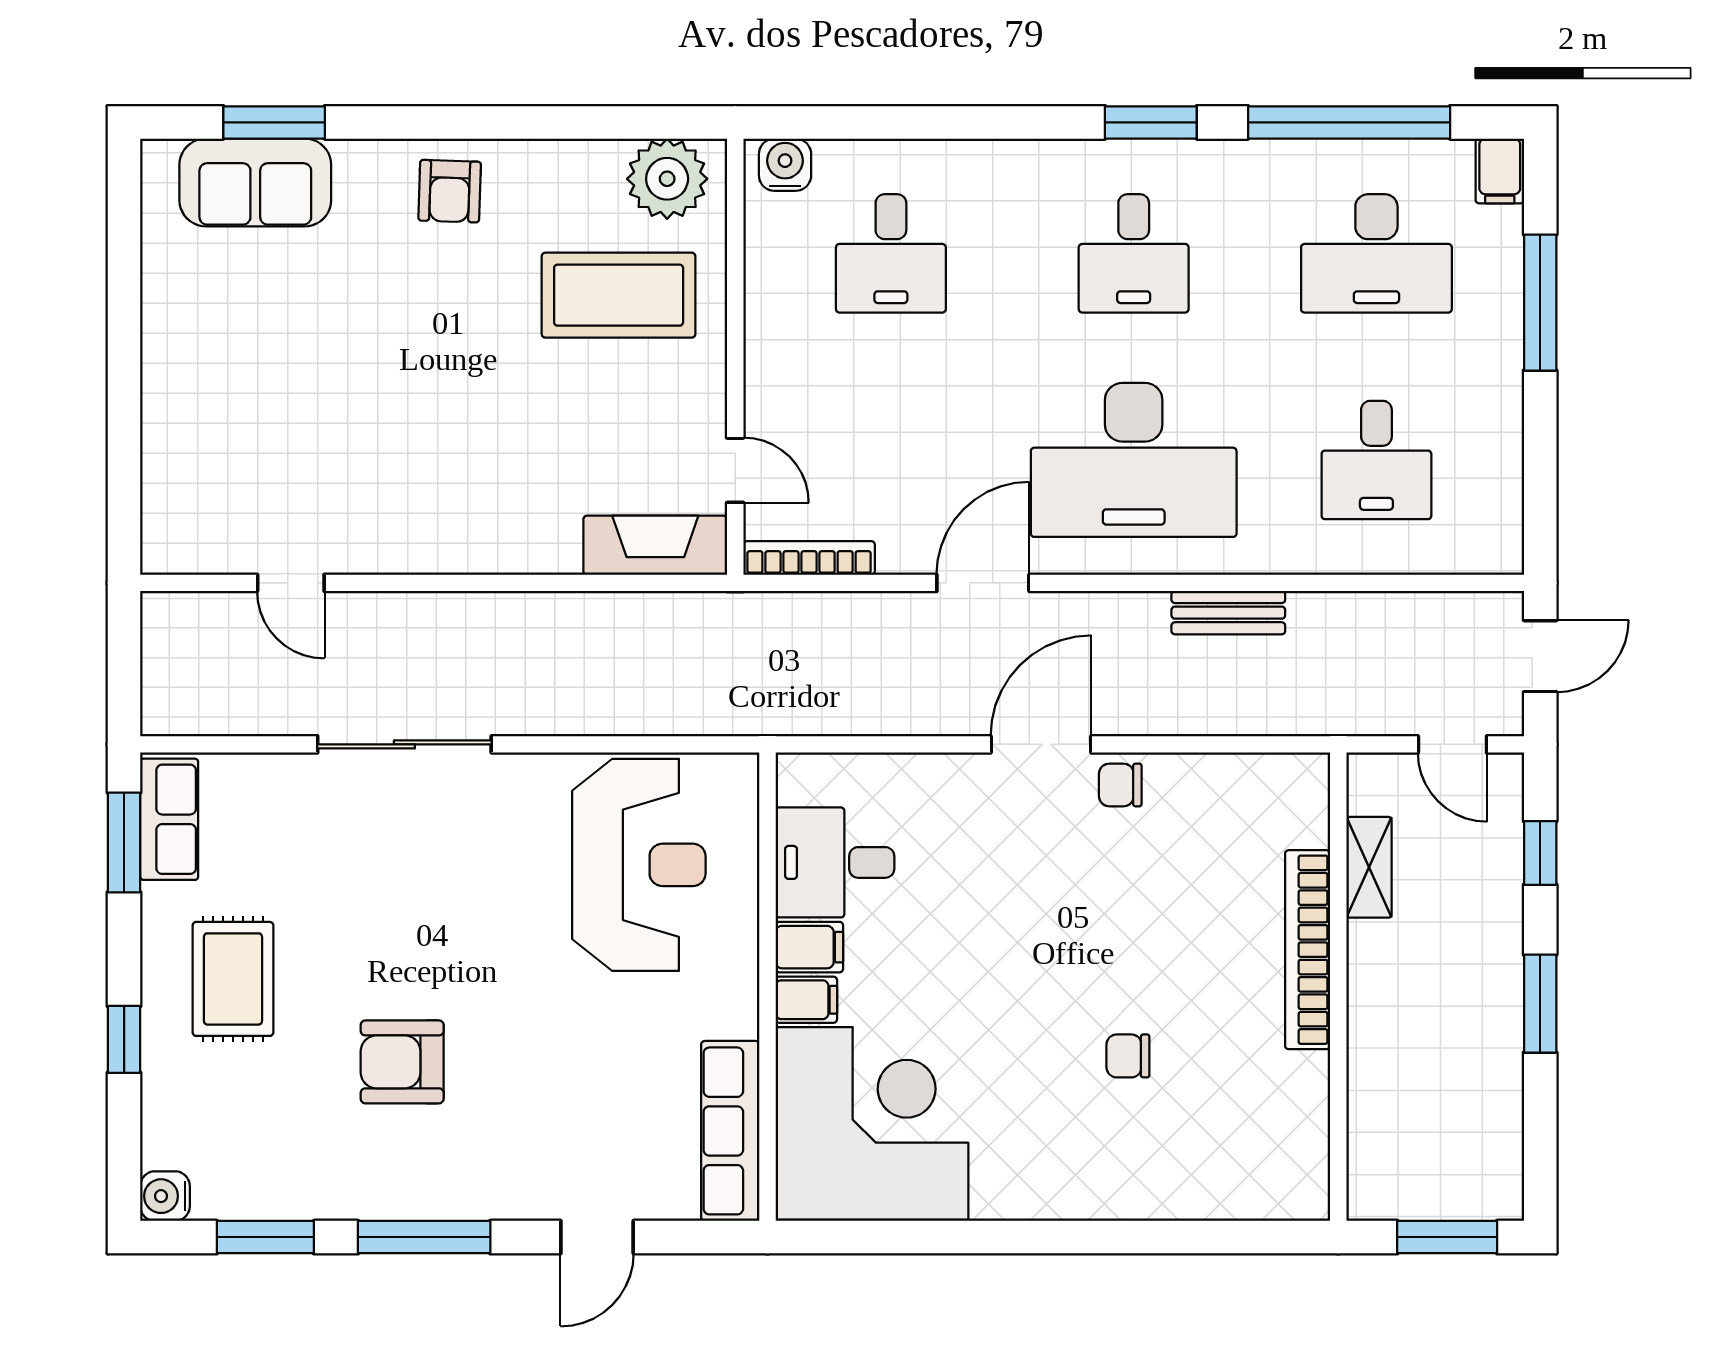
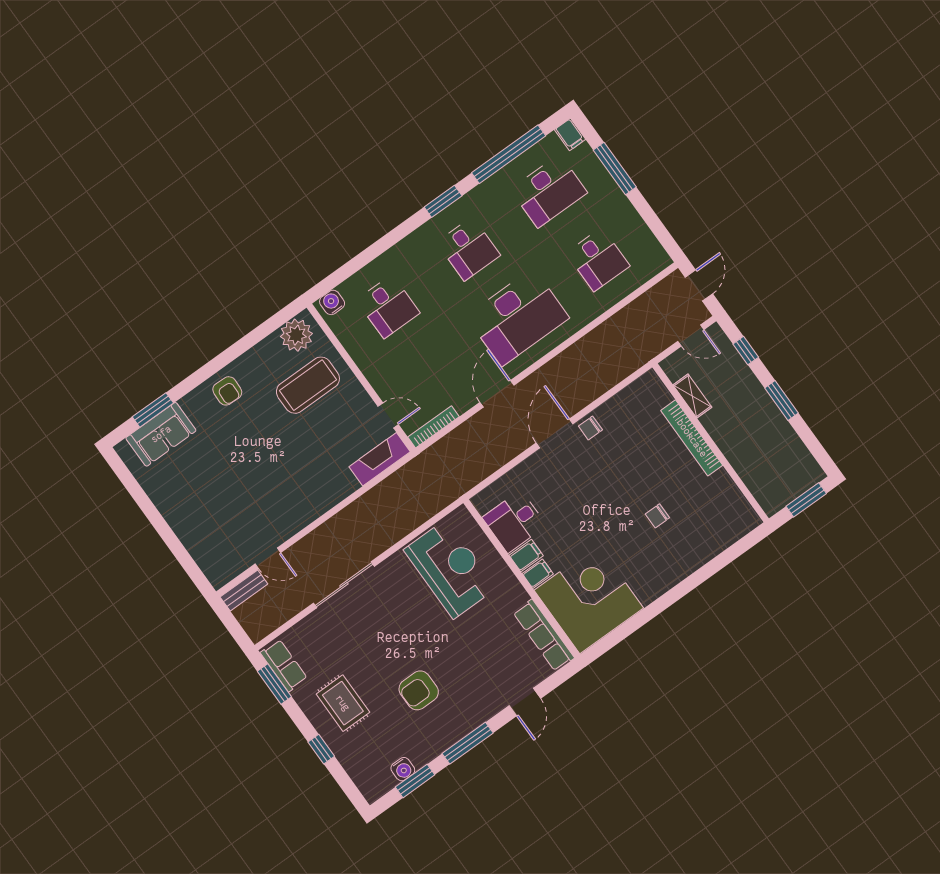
bench: (1228, 613) -> (244, 590), moved
water cooler: (165, 1196) -> (403, 769), moved, turned -90

